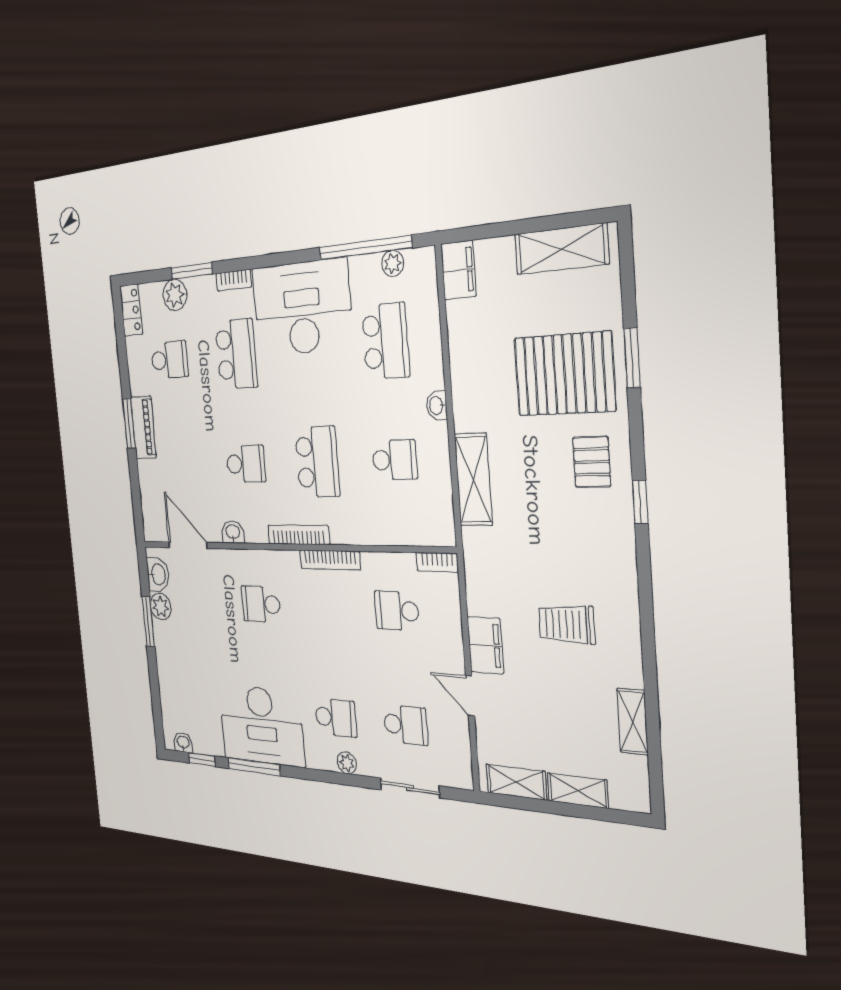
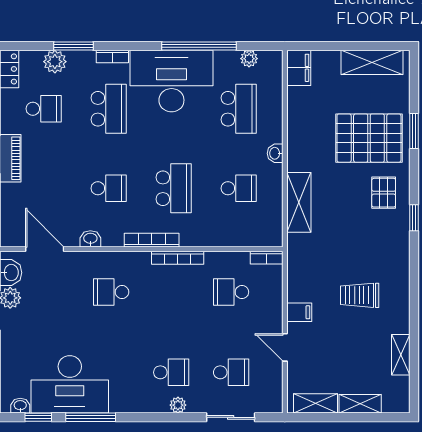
window: (365, 248) -> (199, 46), moved
filing cabinet: (485, 645) -> (299, 312), width x0.50
desk: (261, 725) -> (70, 384), moved

